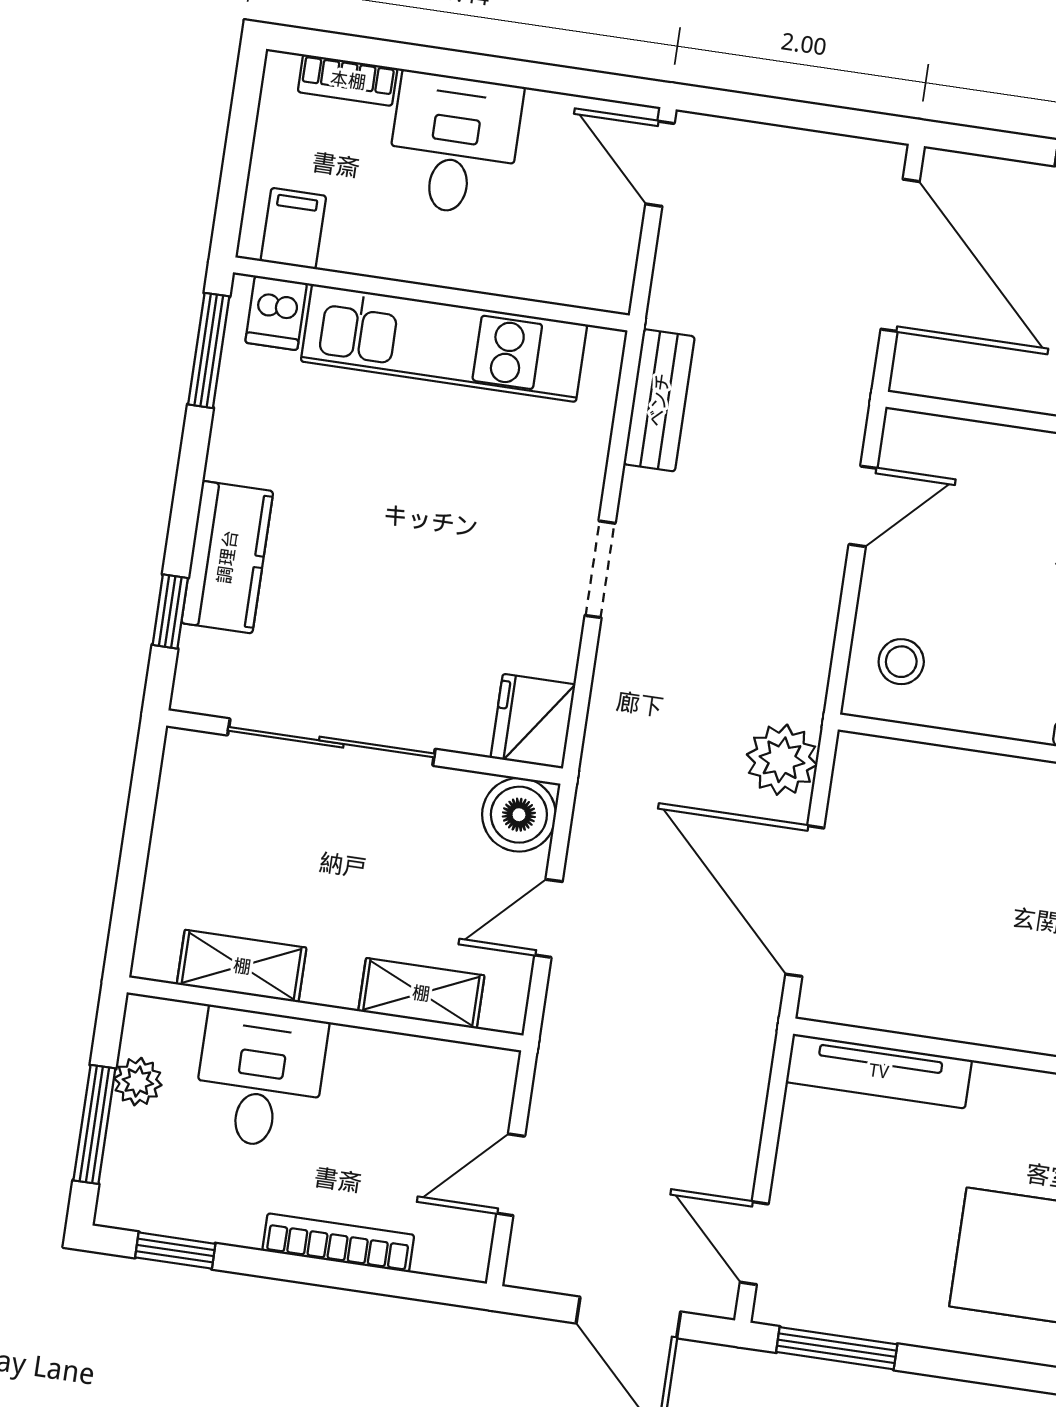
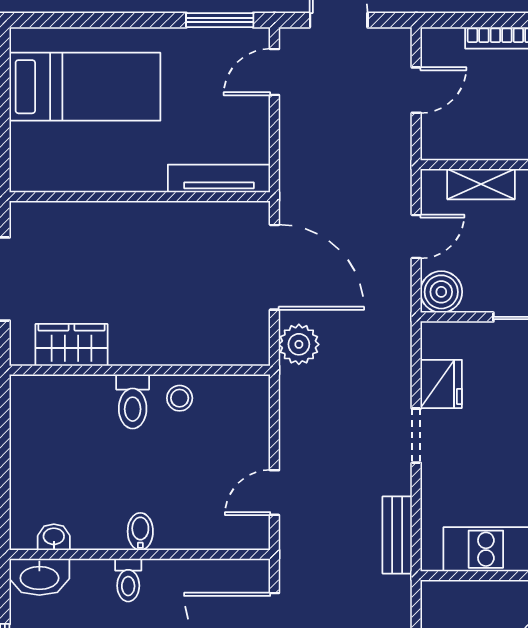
stool: (901, 662) -> (180, 398), moved
fridge: (533, 721) -> (441, 384), moved
door: (754, 1243) -> (274, 72), swing flipped

